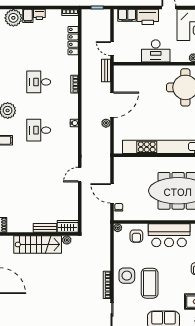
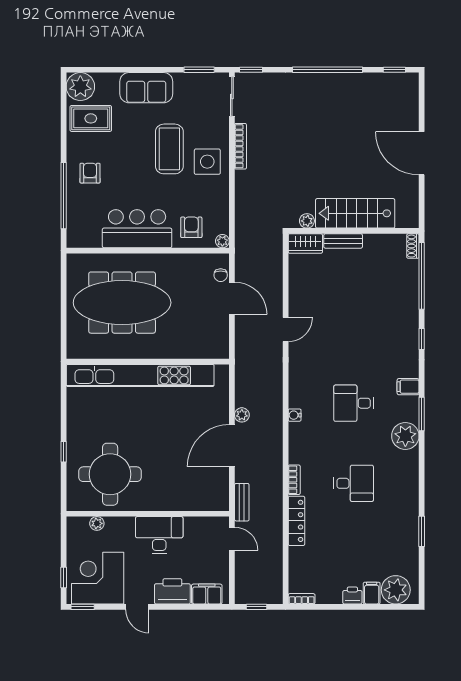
locker: (73, 41) -> (296, 521), moved
desk: (39, 130) -> (354, 403), turned 180

